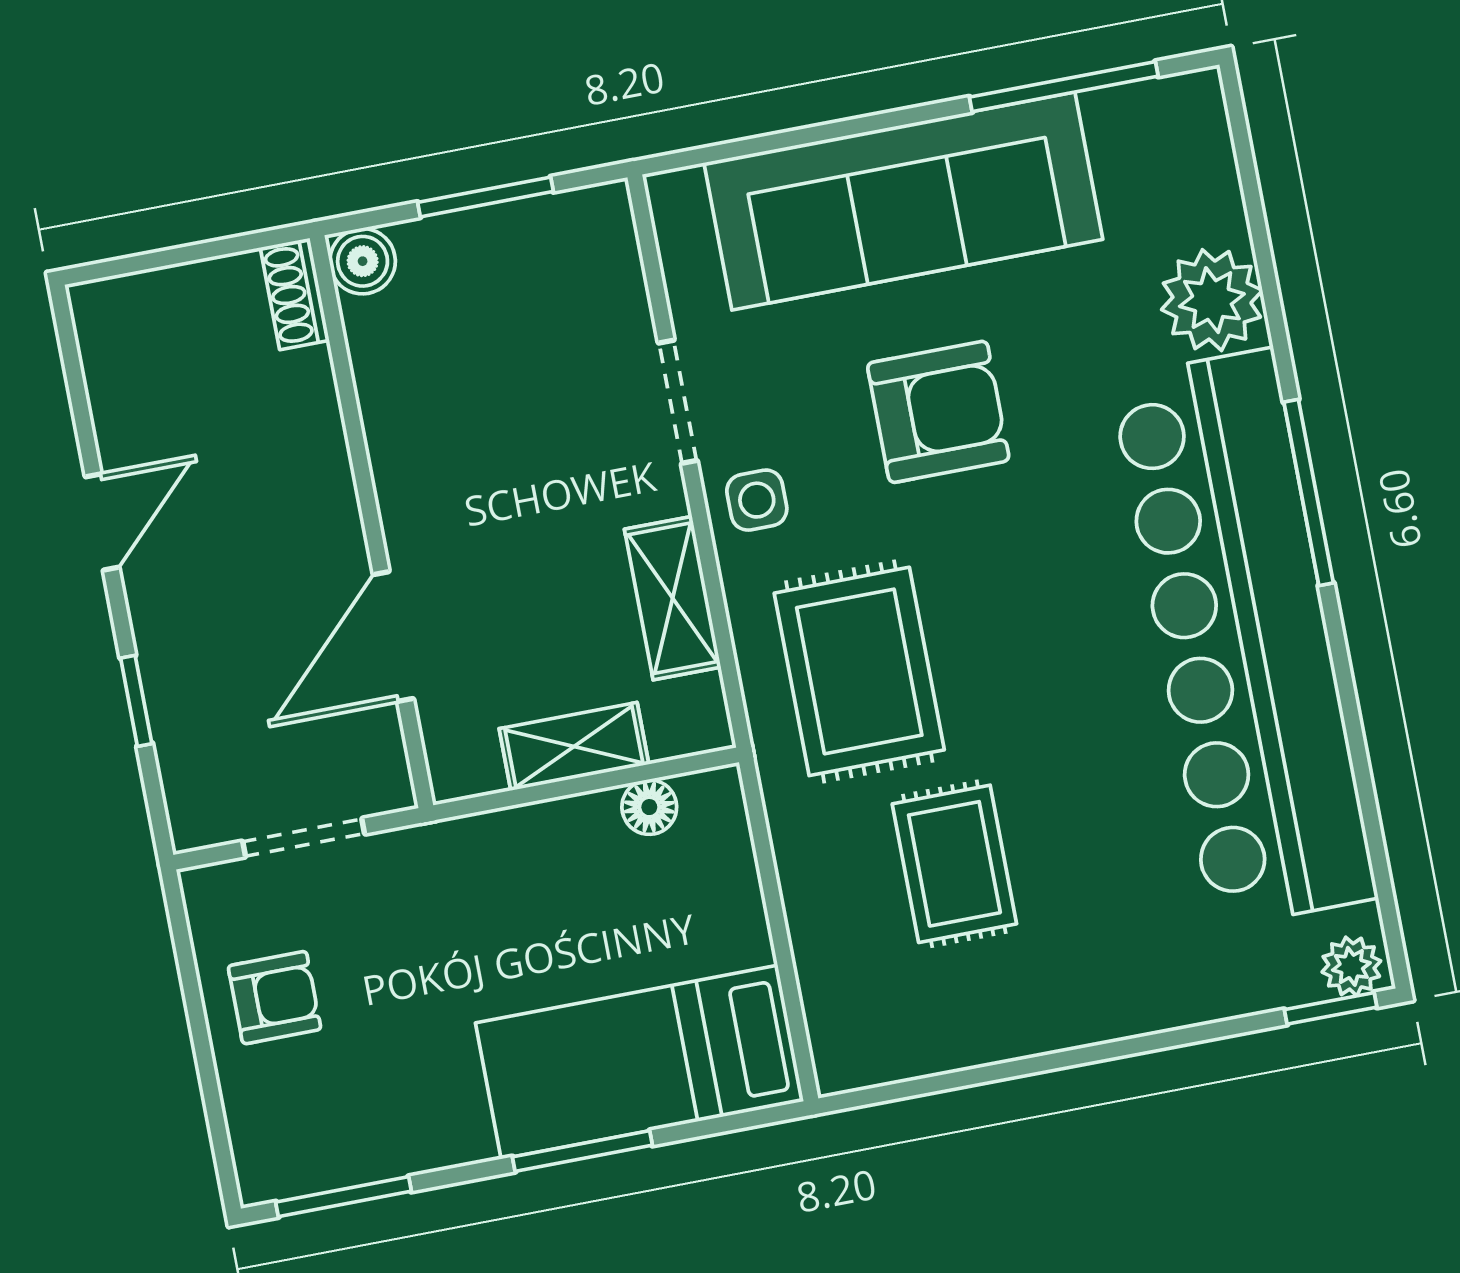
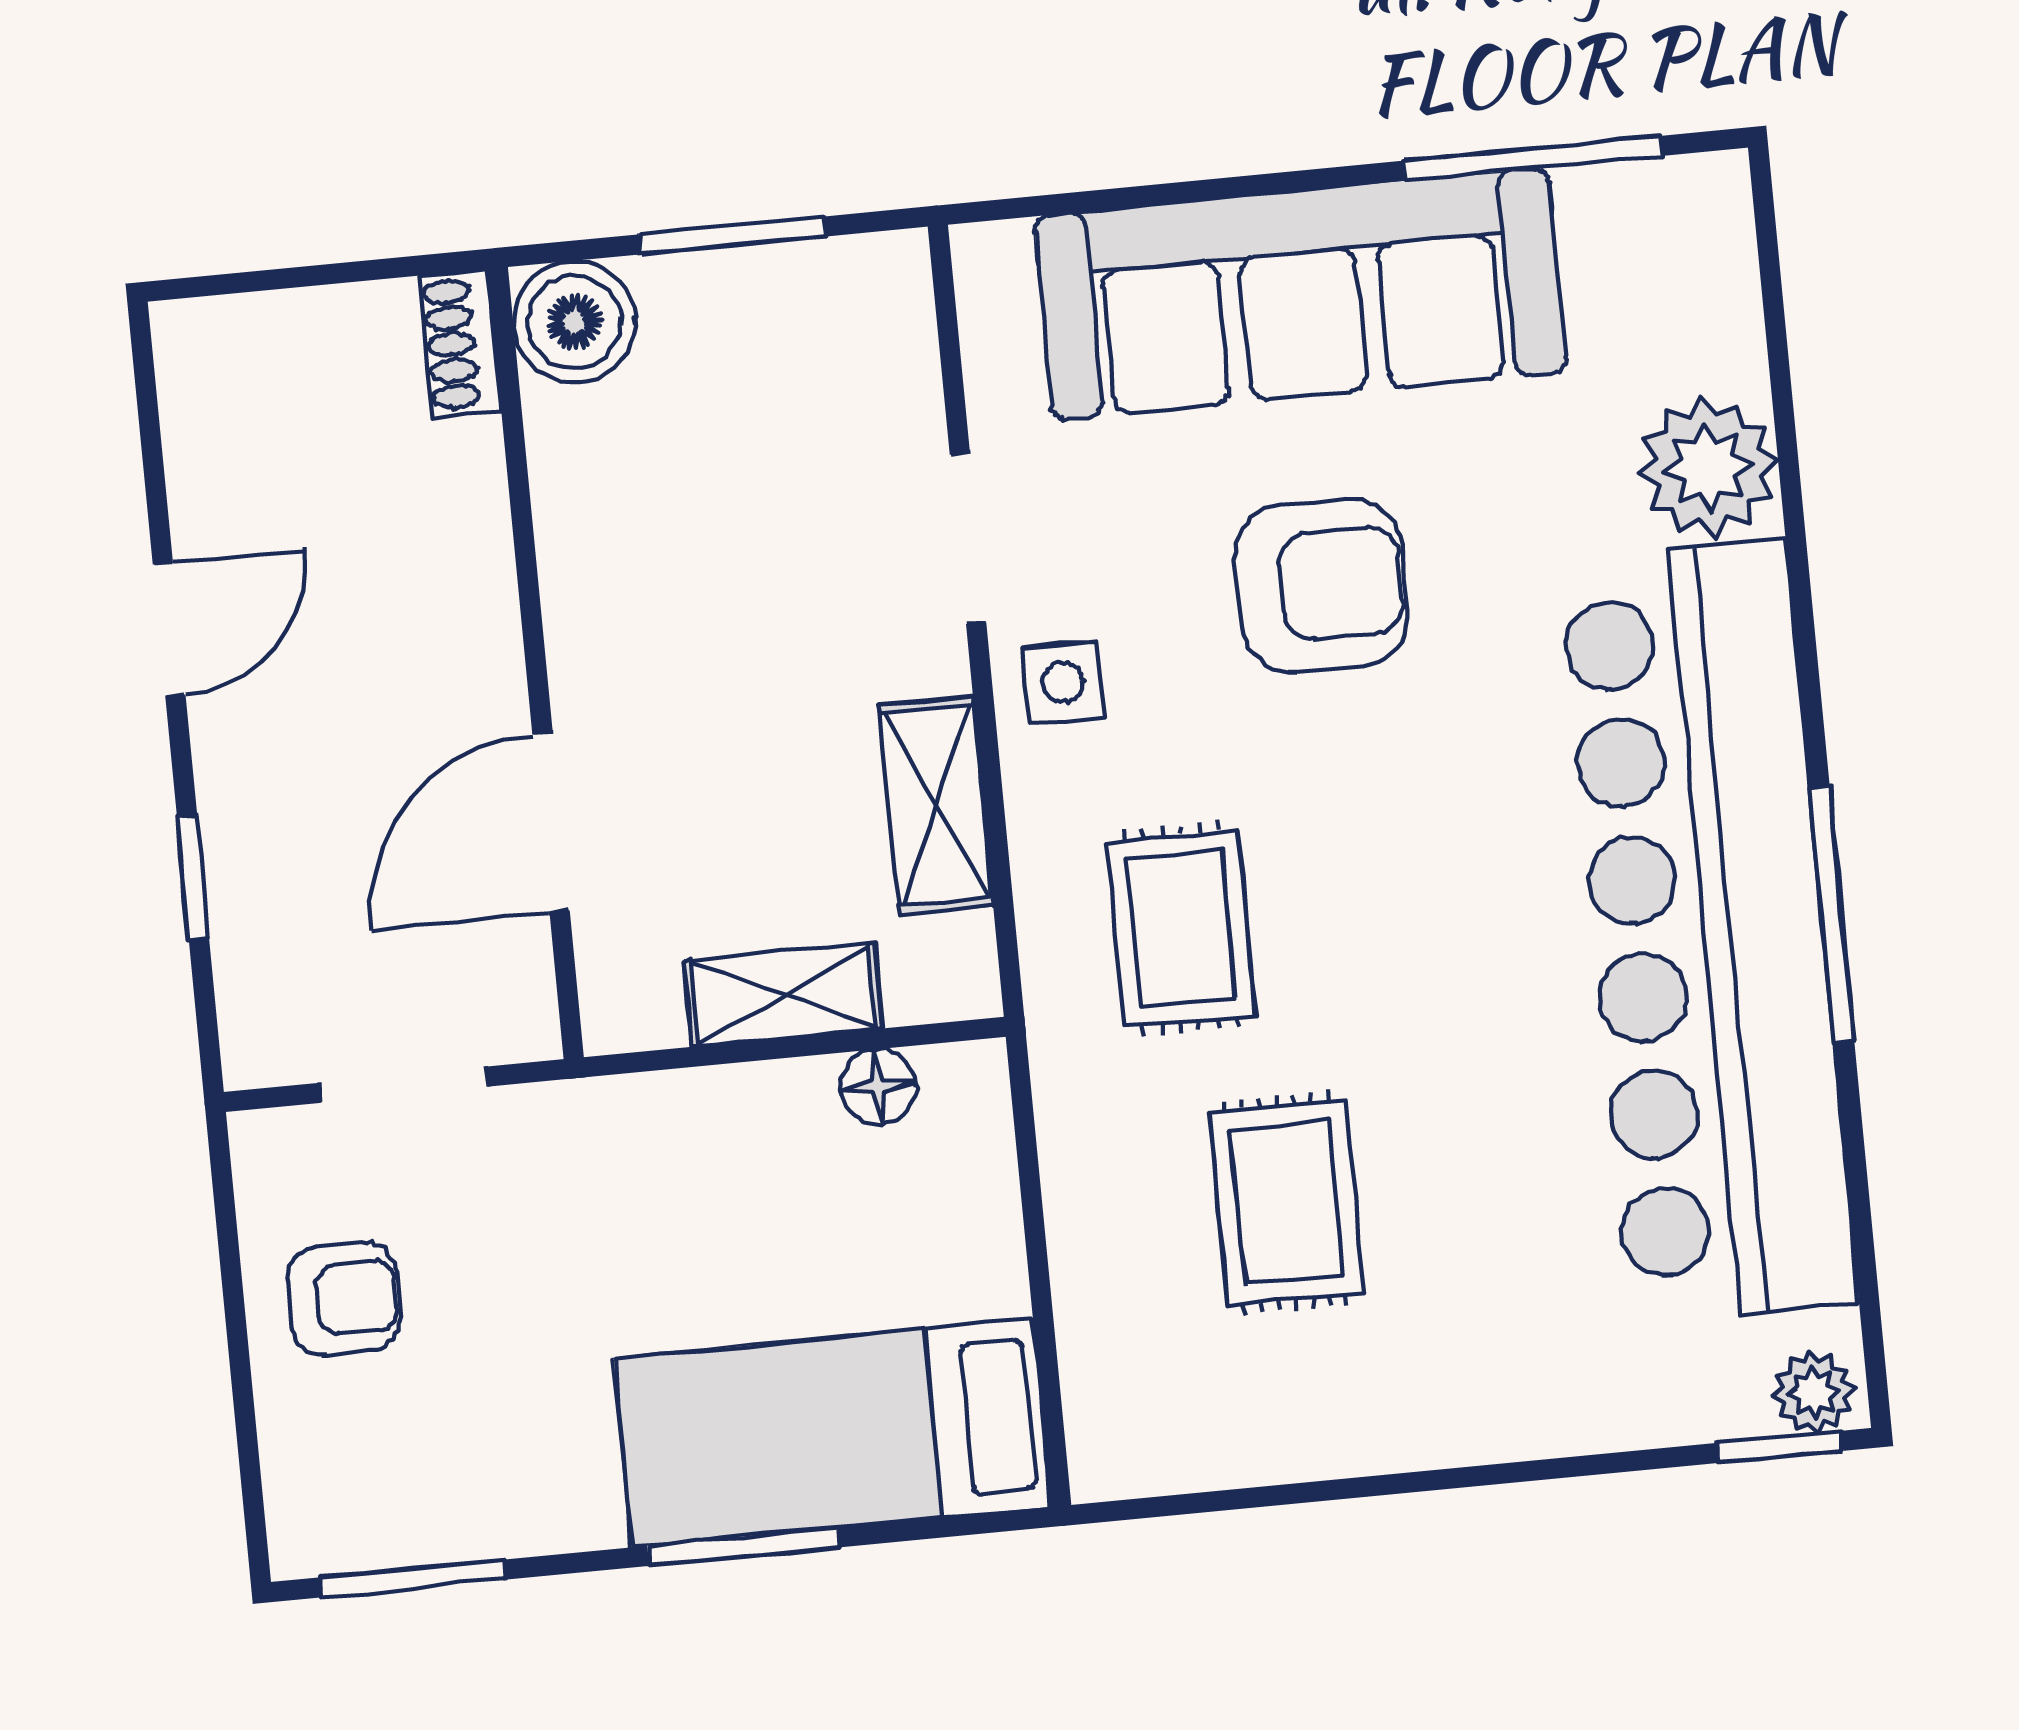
boiler: (363, 261) -> (574, 322), width x1.36, depth x1.36
window: (1309, 492) -> (1832, 914), moved
rug: (859, 671) -> (1181, 929), width x0.73, depth x0.70

